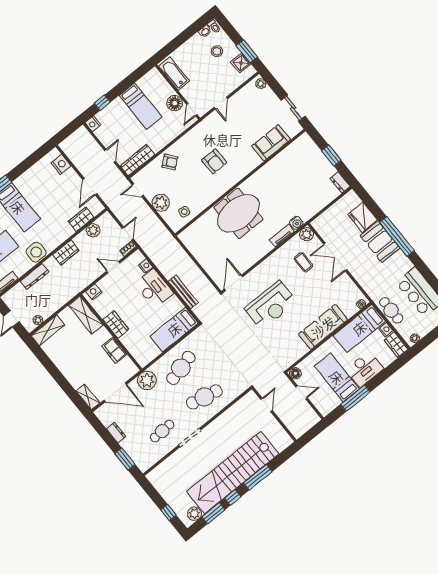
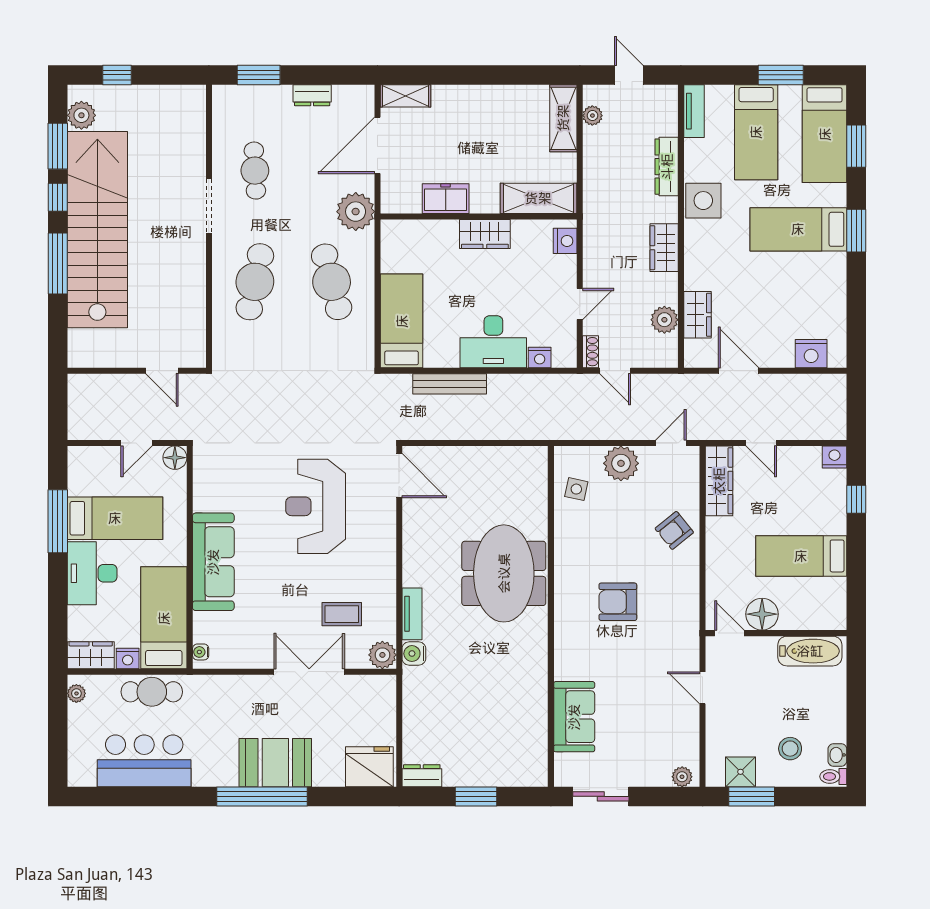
fridge: (363, 217) -> (369, 767), moved

